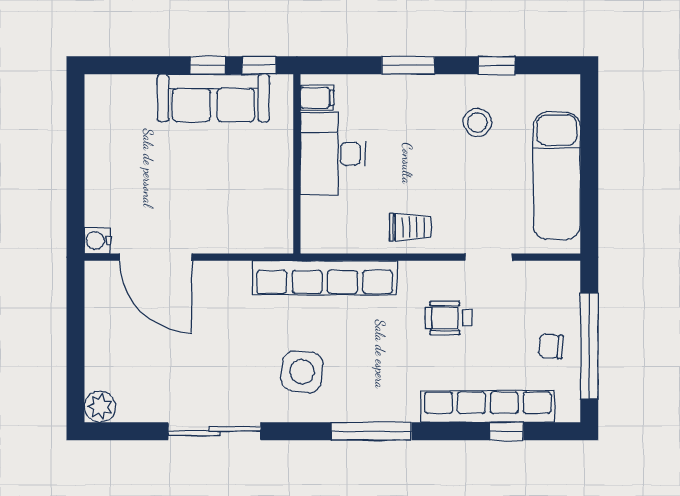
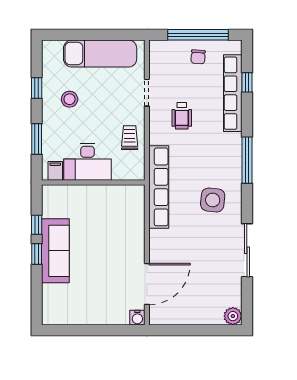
filing cabinet: (317, 98) -> (55, 171), moved
desk: (333, 154) -> (87, 162), moved
wall: (297, 164) -> (93, 183), moved

